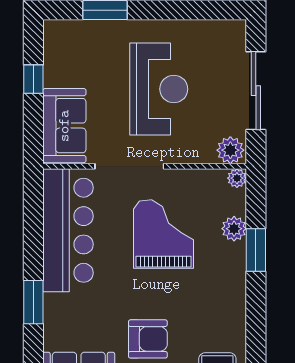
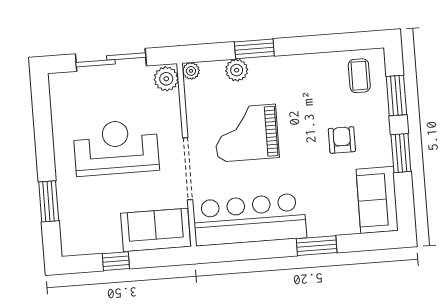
armchair: (148, 339) -> (342, 140), width x0.72, depth x0.72

